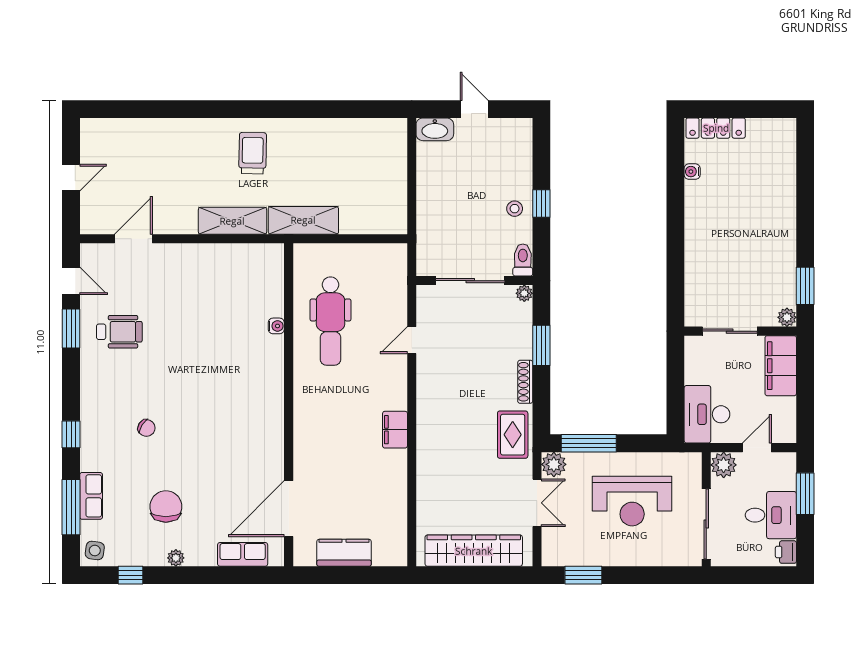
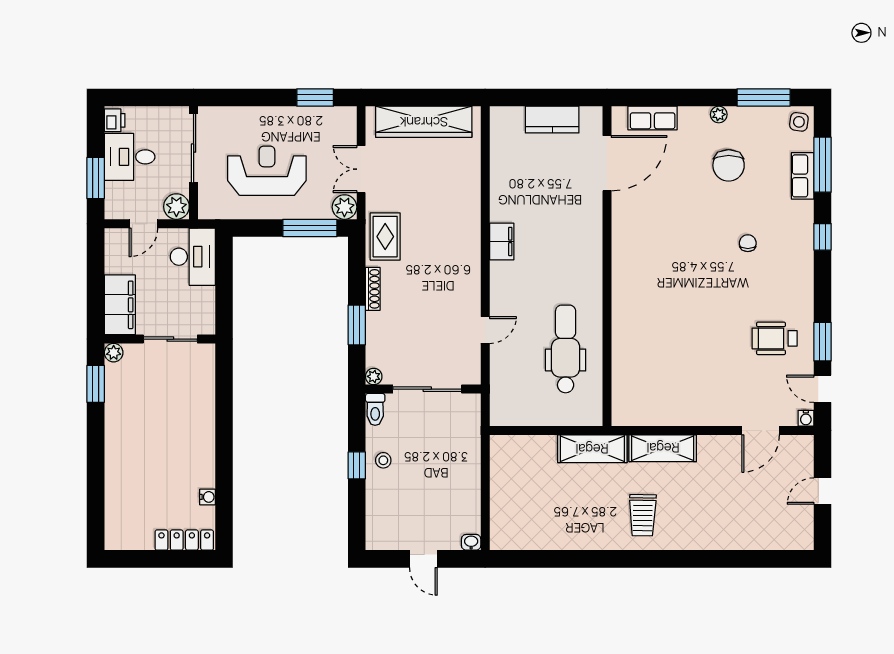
washbasin: (435, 129) -> (471, 542), width x0.52, depth x0.69
water cooler: (276, 326) -> (806, 418), moved, turned -90
chair: (146, 428) -> (748, 243), turned 58
window: (130, 575) -> (764, 97), width x2.17

